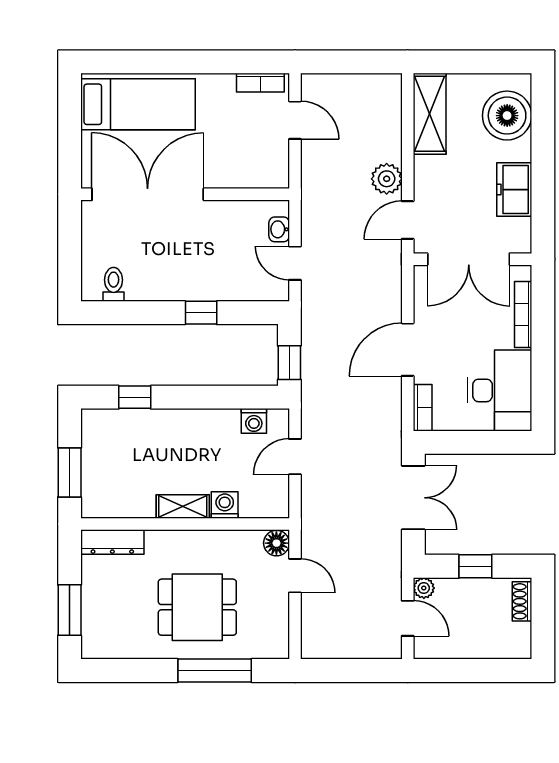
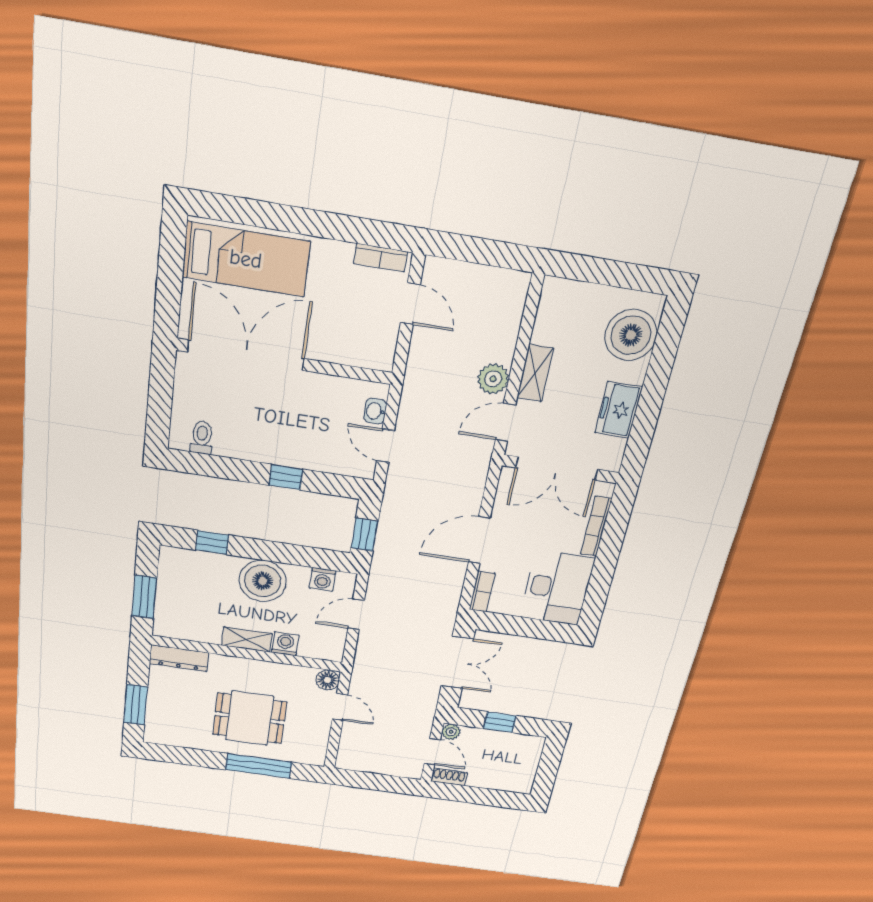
shelving: (430, 114) -> (535, 373), moved, width x0.67, depth x0.75
boiler: (192, 433) -> (263, 581), added
shoe rack: (522, 601) -> (449, 777), moved, turned 90

